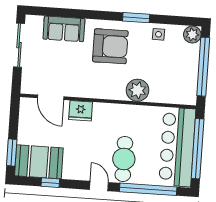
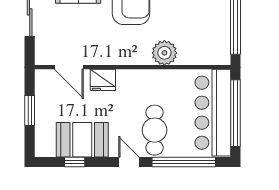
window: (12, 152) -> (30, 110), moved
booth: (39, 162) -> (82, 140), moved

